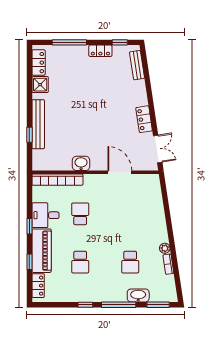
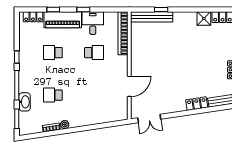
locker: (144, 119) -> (197, 104), moved
bench: (38, 124) -> (152, 17), moved
washbasin: (81, 163) -> (137, 53), removed

